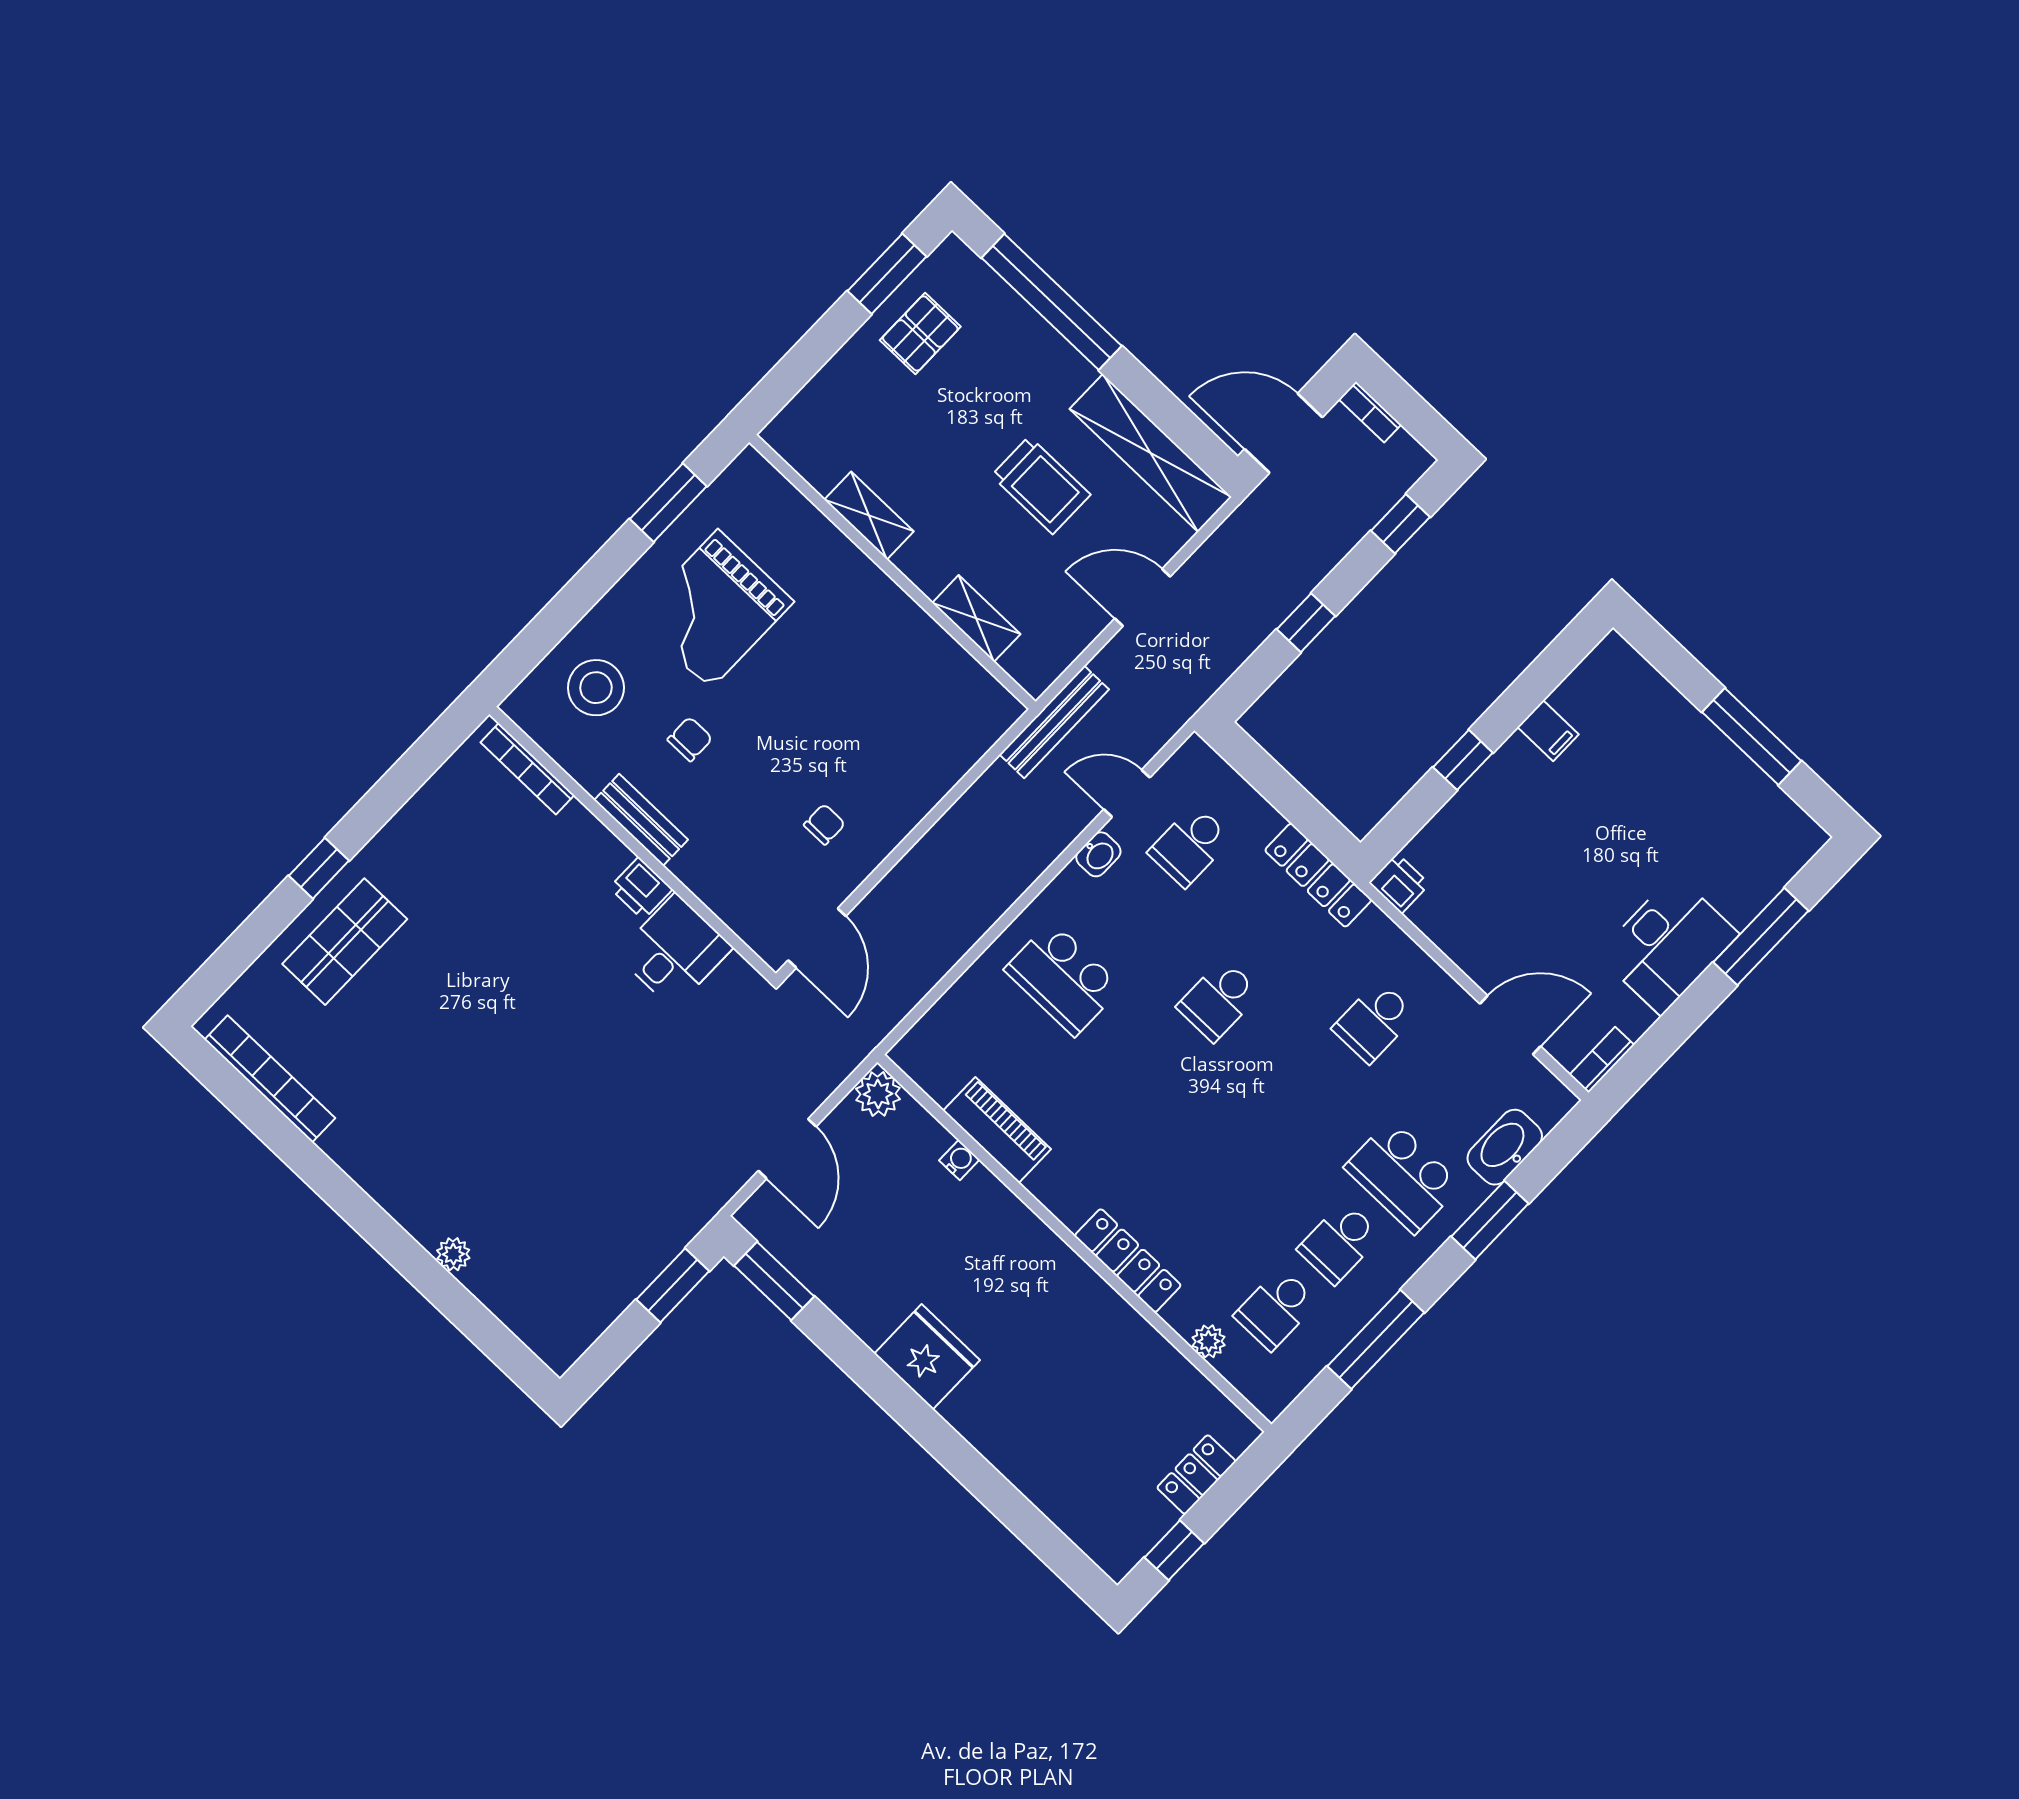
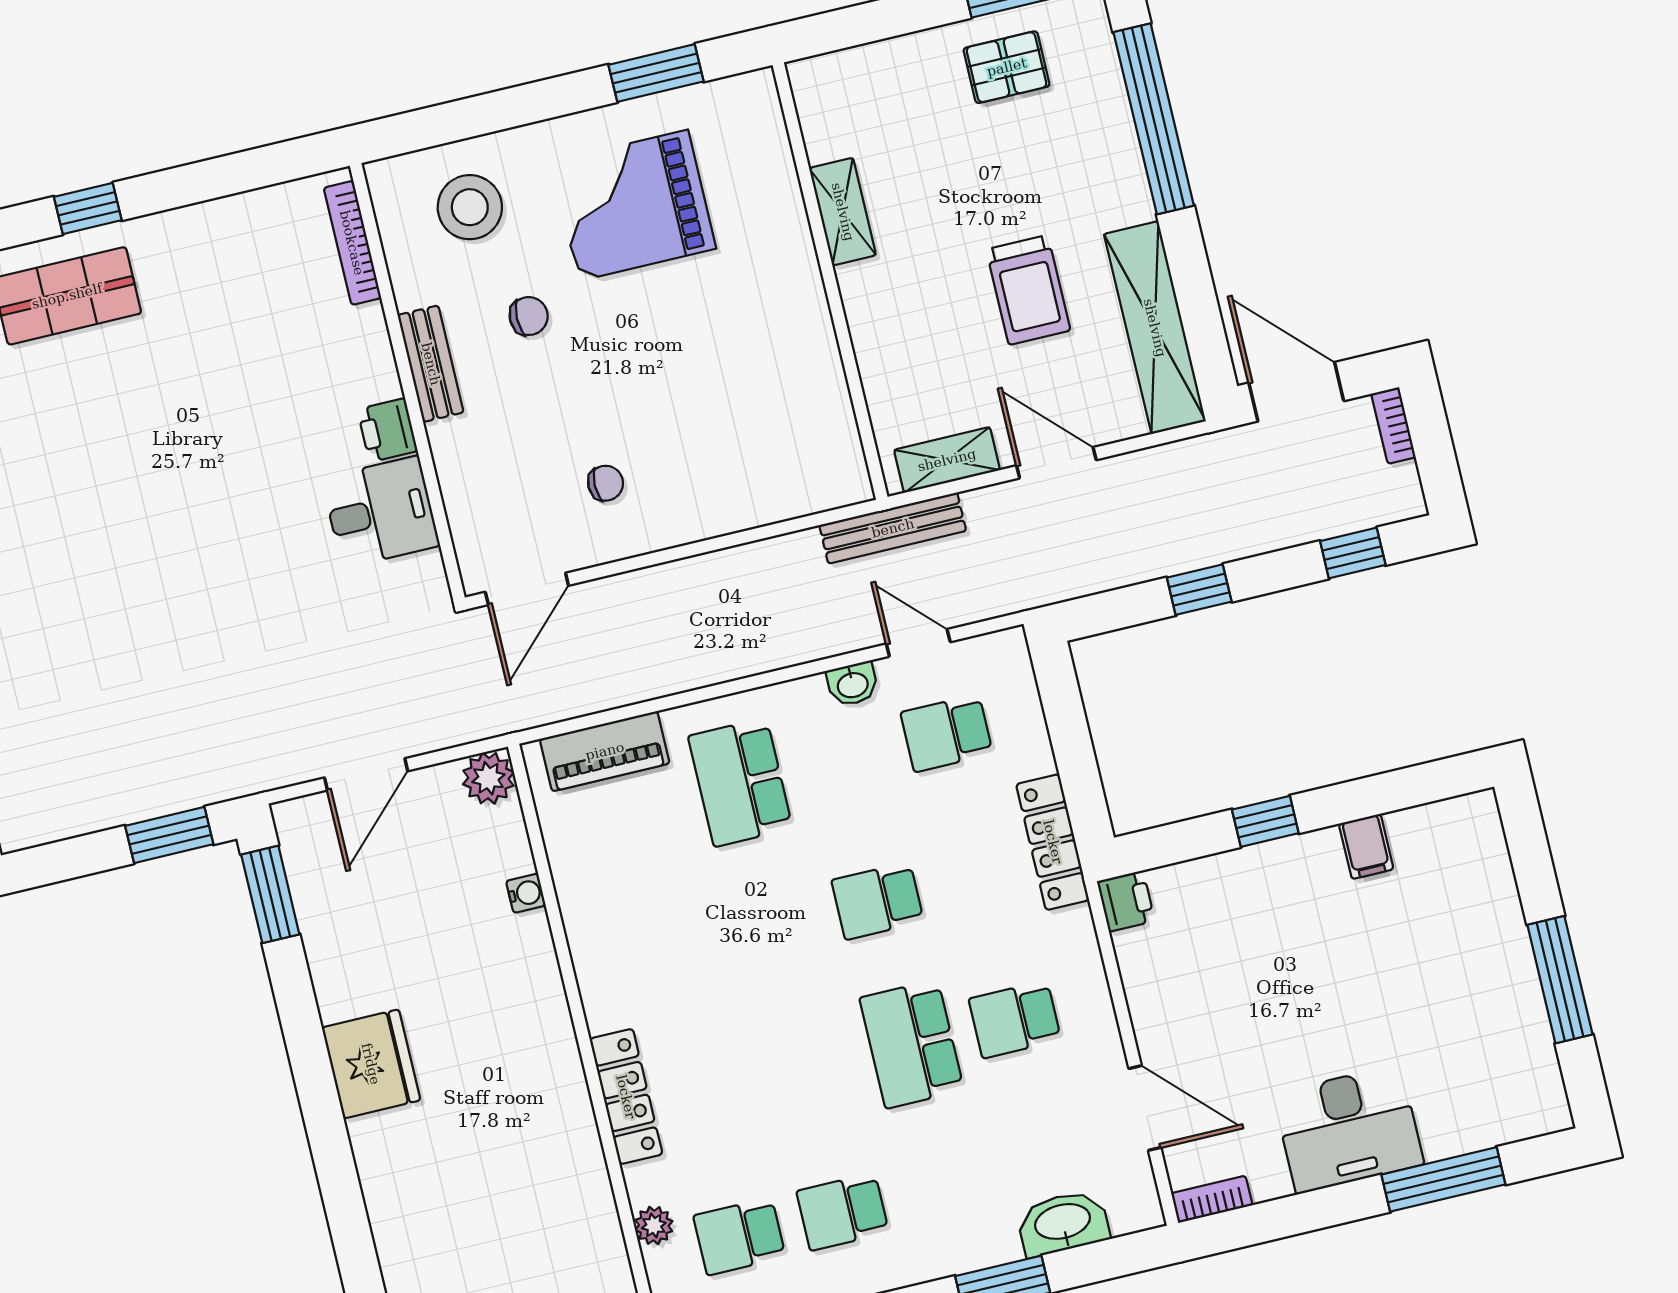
shelving: (976, 618) -> (947, 460), moved, turned 90
piano: (997, 1130) -> (605, 751), moved, turned 90
school desk: (1403, 1176) -> (912, 1044), moved

